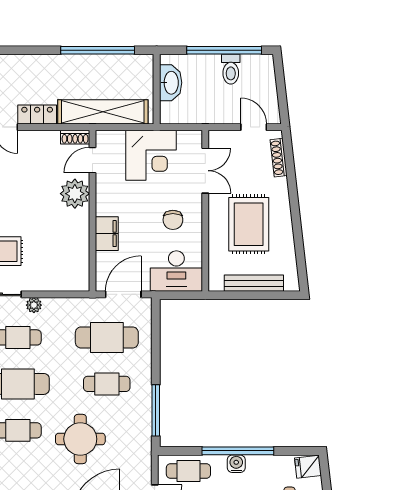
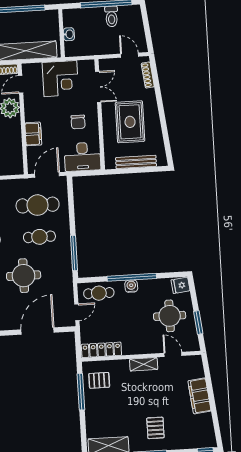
washbasin: (171, 83) -> (69, 34), width x0.52, depth x0.69

